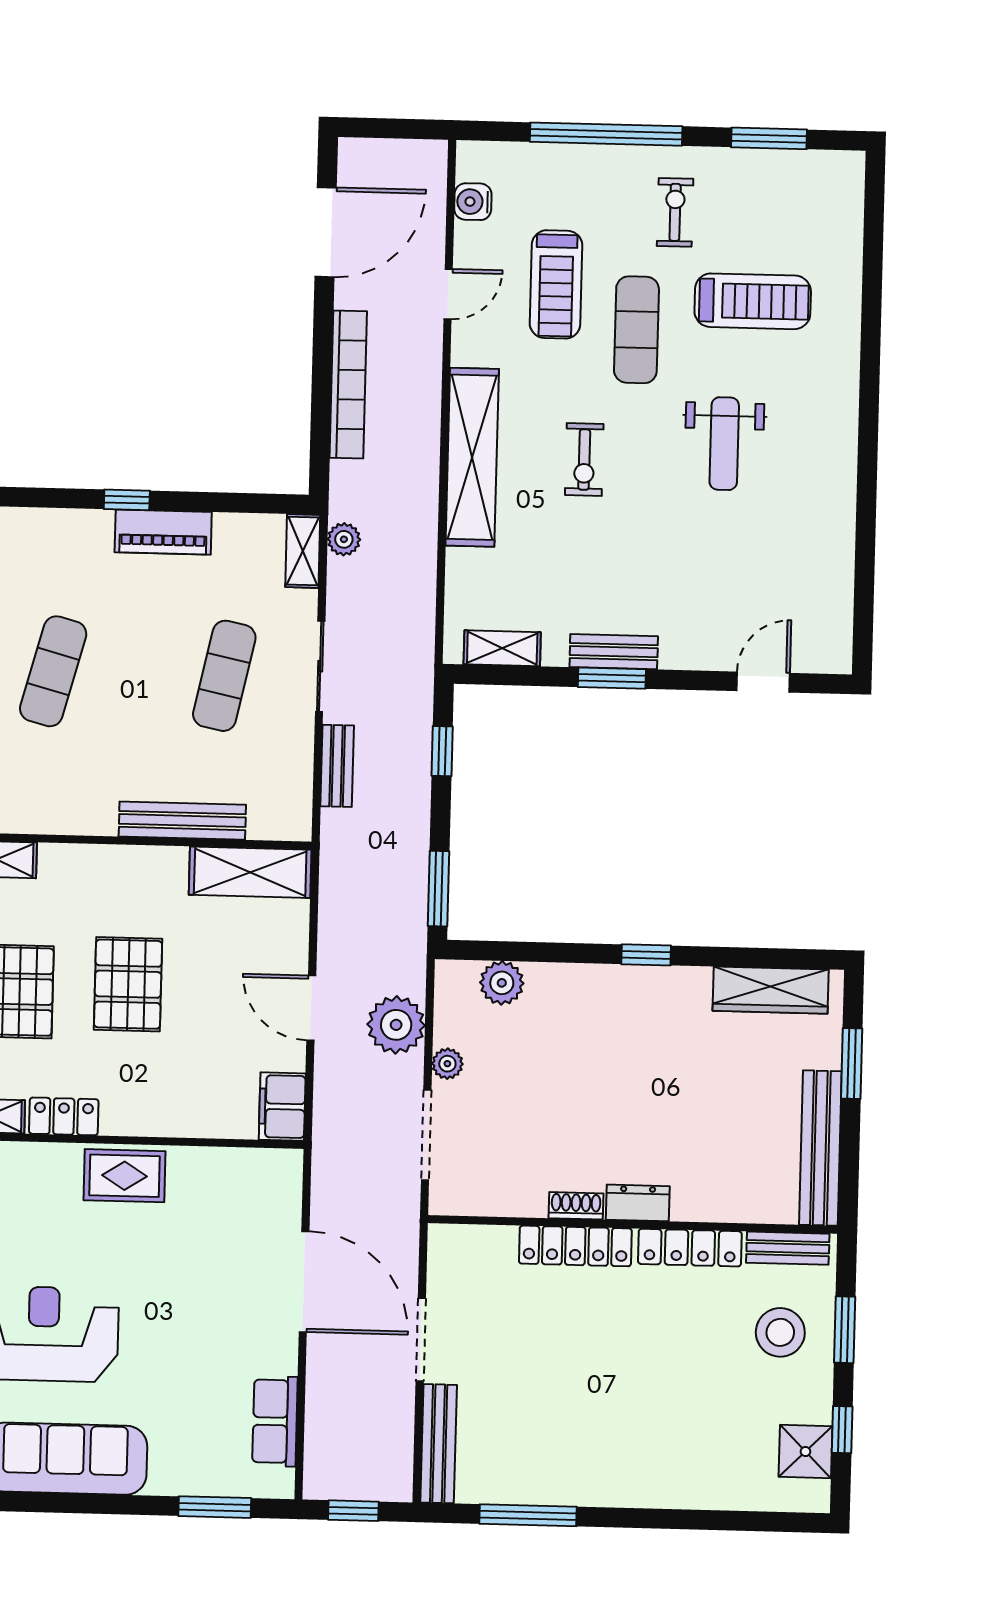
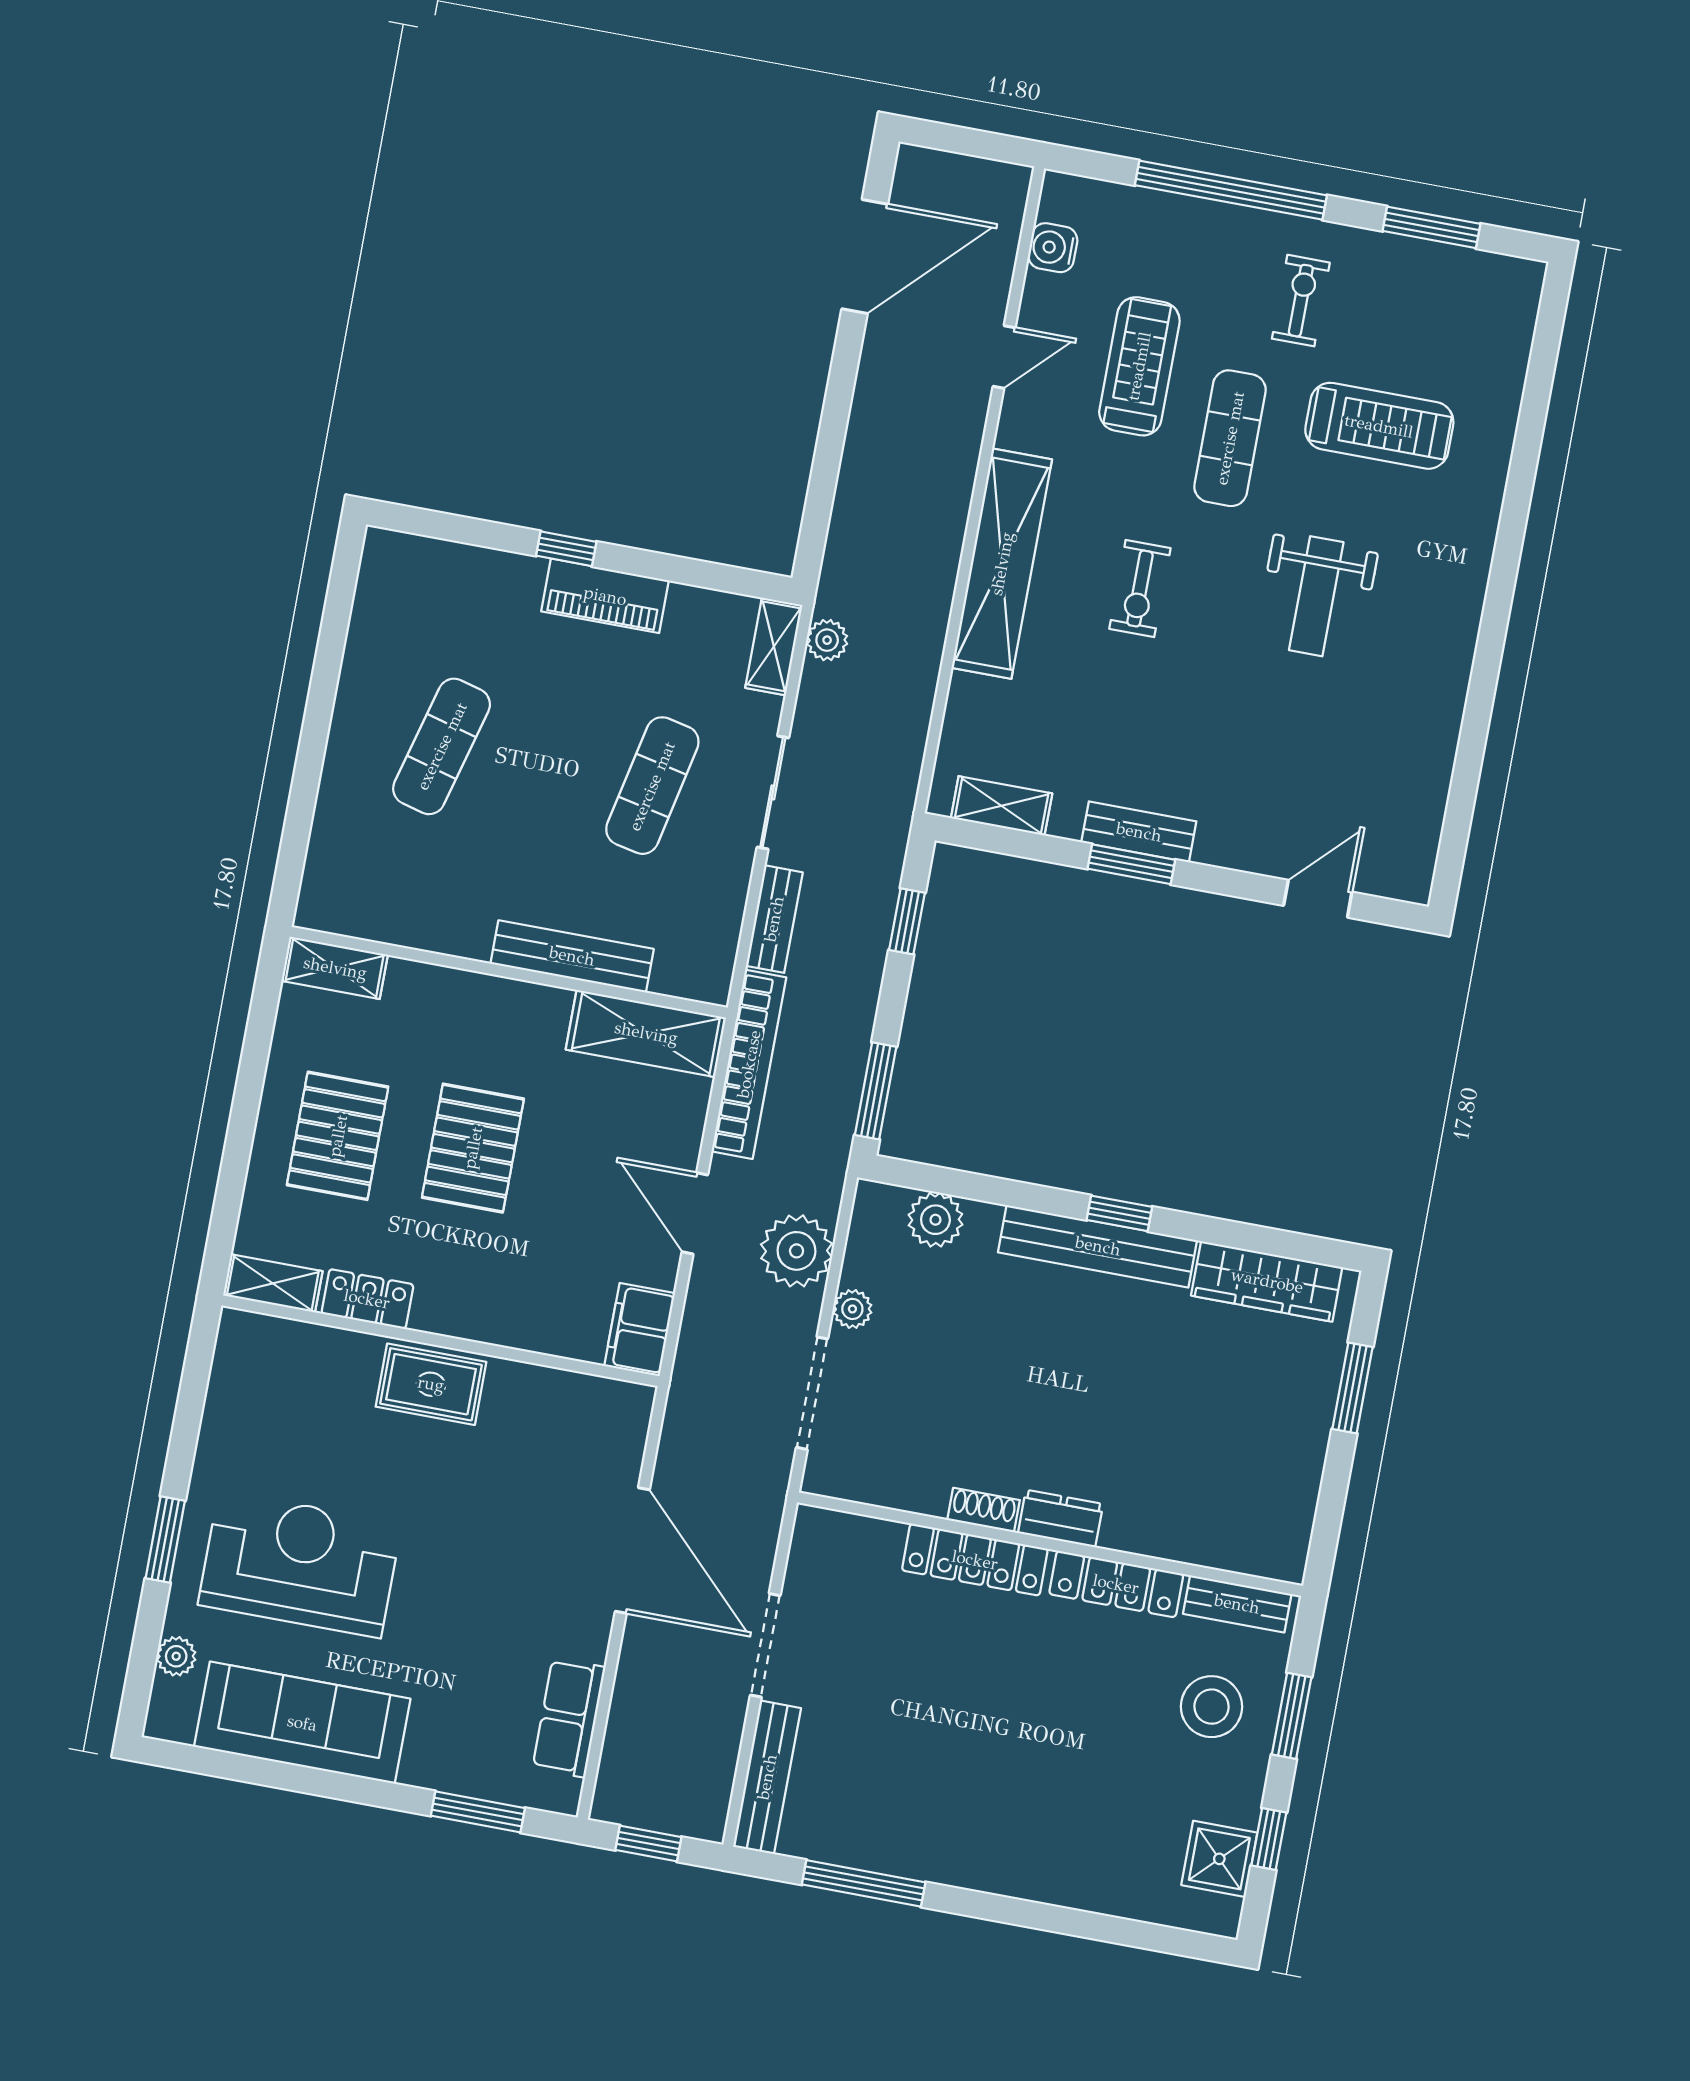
treadmill: (556, 284) -> (1139, 366), turned 180
bookcase: (348, 385) -> (749, 1064), moved
bench: (820, 1148) -> (1098, 1246), moved, turned 90

